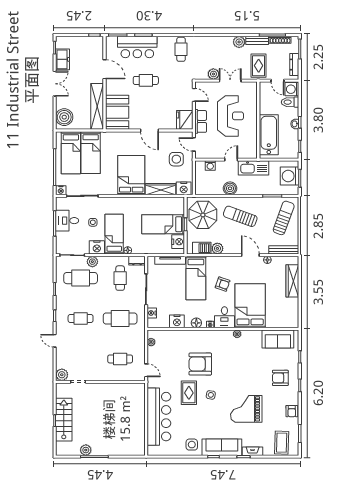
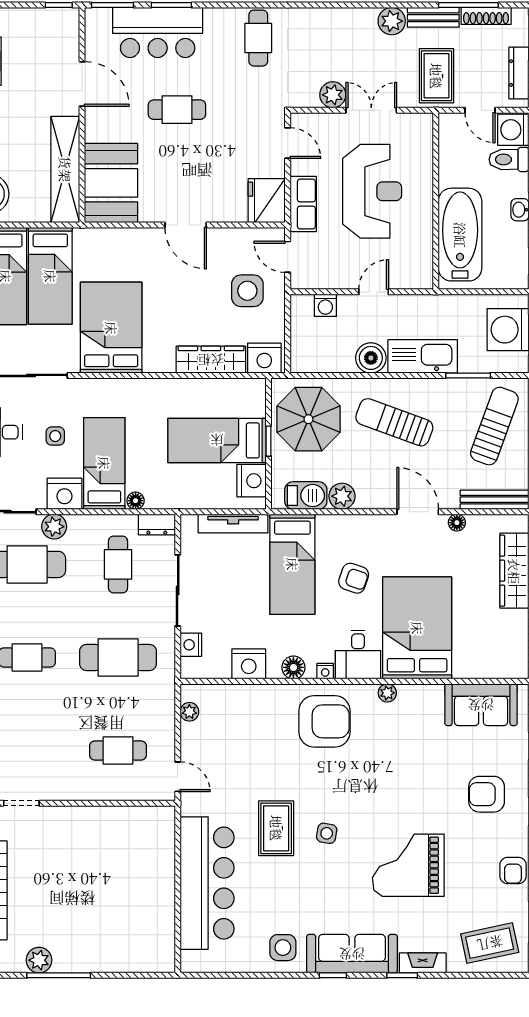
kitchen sink: (254, 168) -> (423, 356), moved, turned 180
bed: (131, 175) -> (111, 328), moved
armchair: (200, 364) -> (324, 721), moved, turned 180
coffee table: (282, 443) -> (490, 943), turned 76

